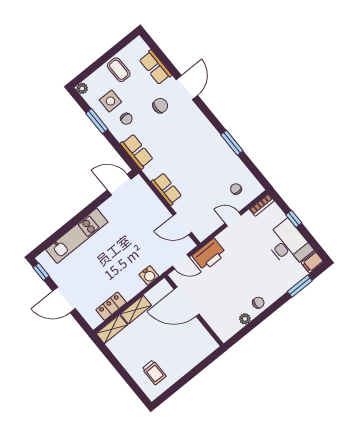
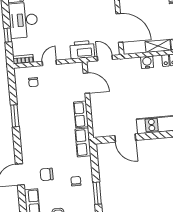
side table: (110, 101) -> (79, 201), removed
row of seats: (137, 151) -> (83, 142), moved
door: (119, 185) -> (125, 138), moved
door: (233, 219) -> (49, 63), swing flipped
water cooler: (149, 275) -> (147, 62), moved

